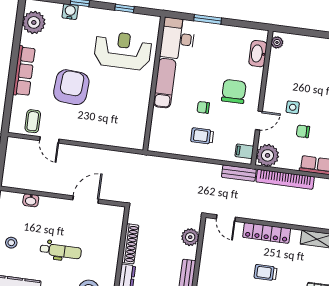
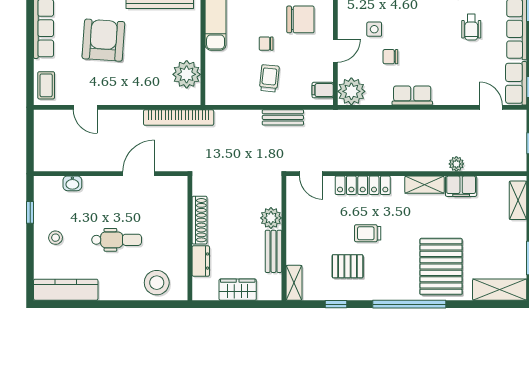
chair: (234, 91) -> (300, 19), turned 90
coffee table: (33, 121) -> (46, 85), moved
plant: (135, 124) -> (187, 74), added
trolley: (202, 136) -> (269, 78), turned 96
bench: (239, 173) -> (283, 117), moved
bookcase: (285, 179) -> (179, 118), moved
plant: (190, 237) -> (271, 218), moved

